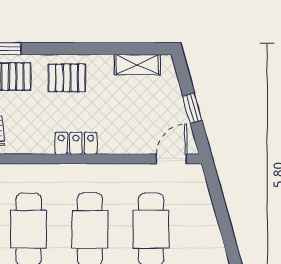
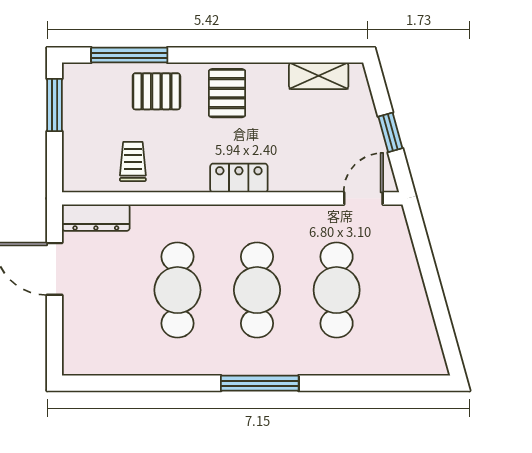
pallet: (67, 78) -> (227, 93), turned 90

